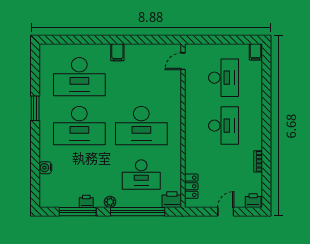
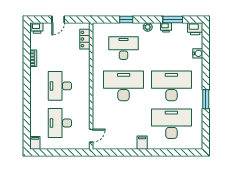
printer: (172, 200) -> (195, 29), moved
window: (78, 212) -> (173, 19), width x0.69
window: (138, 212) -> (126, 19), width x0.32

